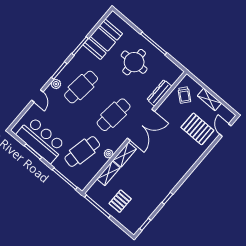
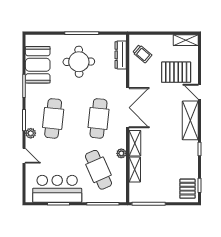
dresser: (159, 93) -> (121, 55), moved
shelving: (209, 100) -> (186, 40), moved
door: (225, 130) -> (200, 92), moved
cafe table: (82, 151) -> (98, 170), turned -36
shelving: (178, 172) -> (190, 120), added
pallet: (120, 201) -> (187, 189), moved

